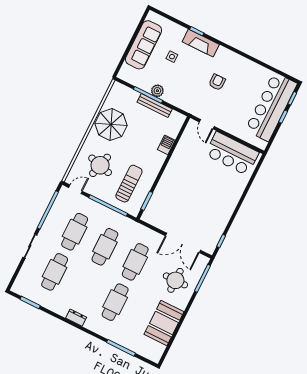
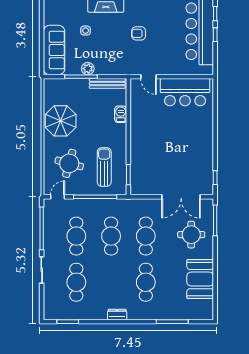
sofa: (144, 45) -> (54, 50), moved
armchair: (217, 82) -> (139, 33), turned -90
bench: (155, 106) -> (107, 83), moved

